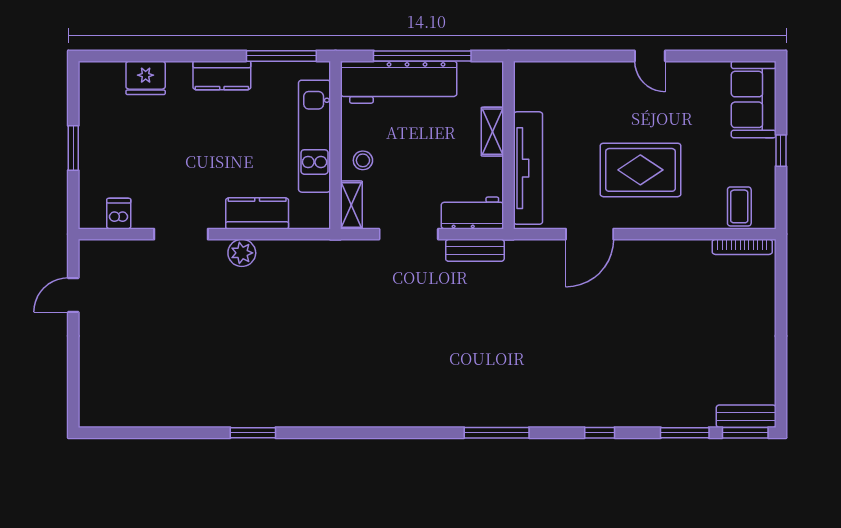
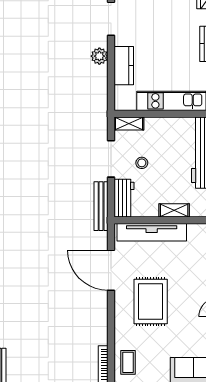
stool: (363, 160) -> (142, 163), moved
coffee table: (739, 206) -> (128, 362), turned 90
door: (590, 234) -> (111, 270), width x1.36
bench: (475, 250) -> (101, 206), width x1.36

